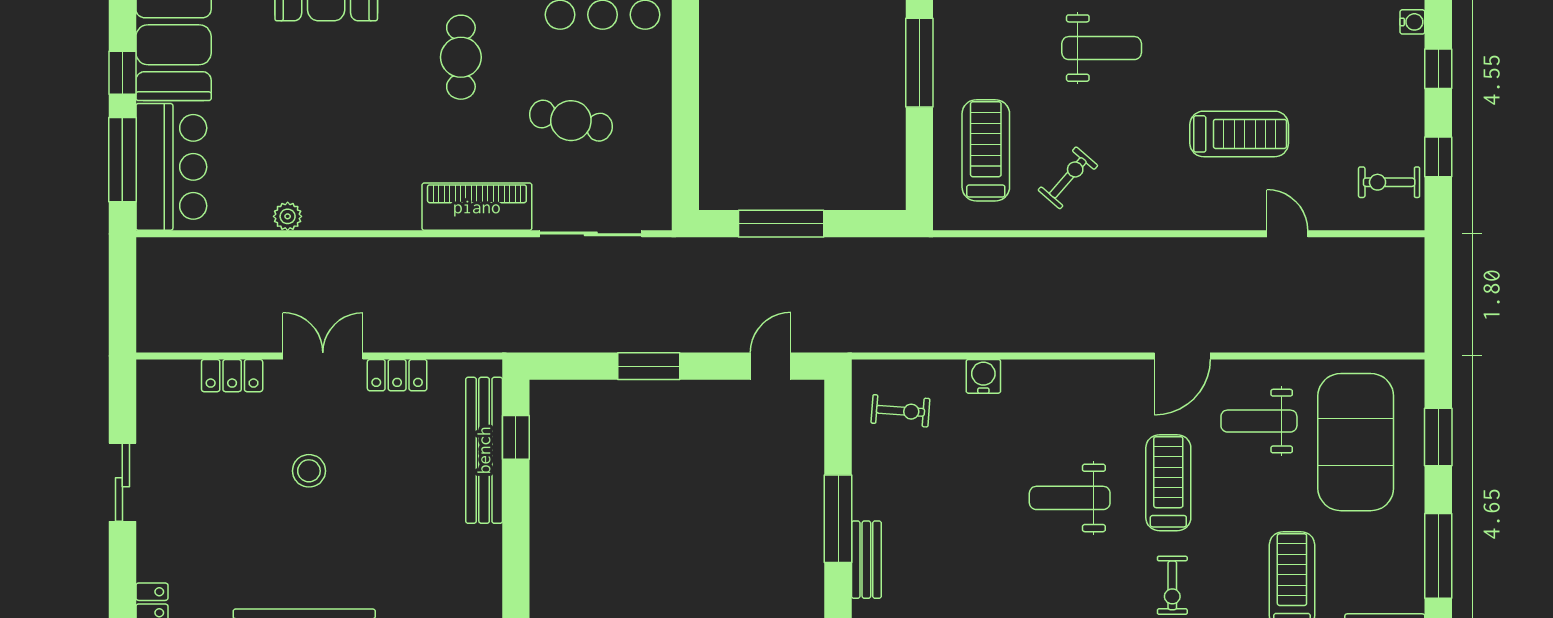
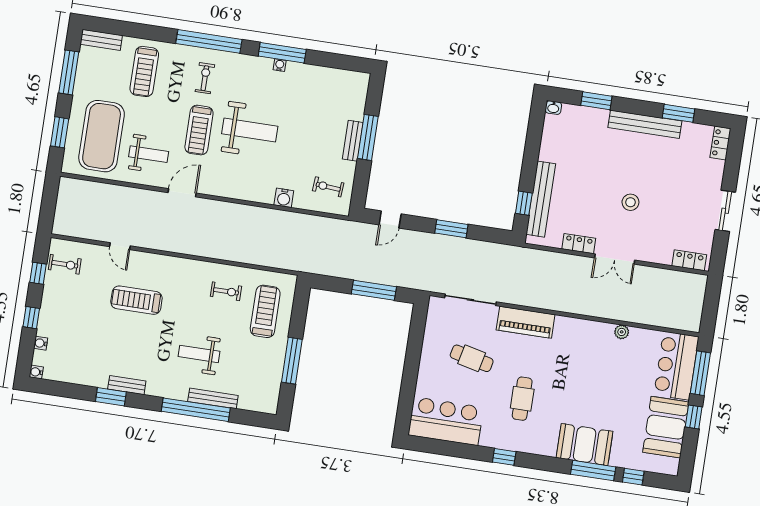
treadmill: (986, 150) -> (265, 311), turned 180
exercise bike: (1068, 178) -> (226, 291), turned -131
locker: (232, 376) -> (689, 260), moved
weight bench: (1070, 498) -> (250, 130), width x1.36, depth x1.33
bench: (866, 560) -> (353, 141), moved

